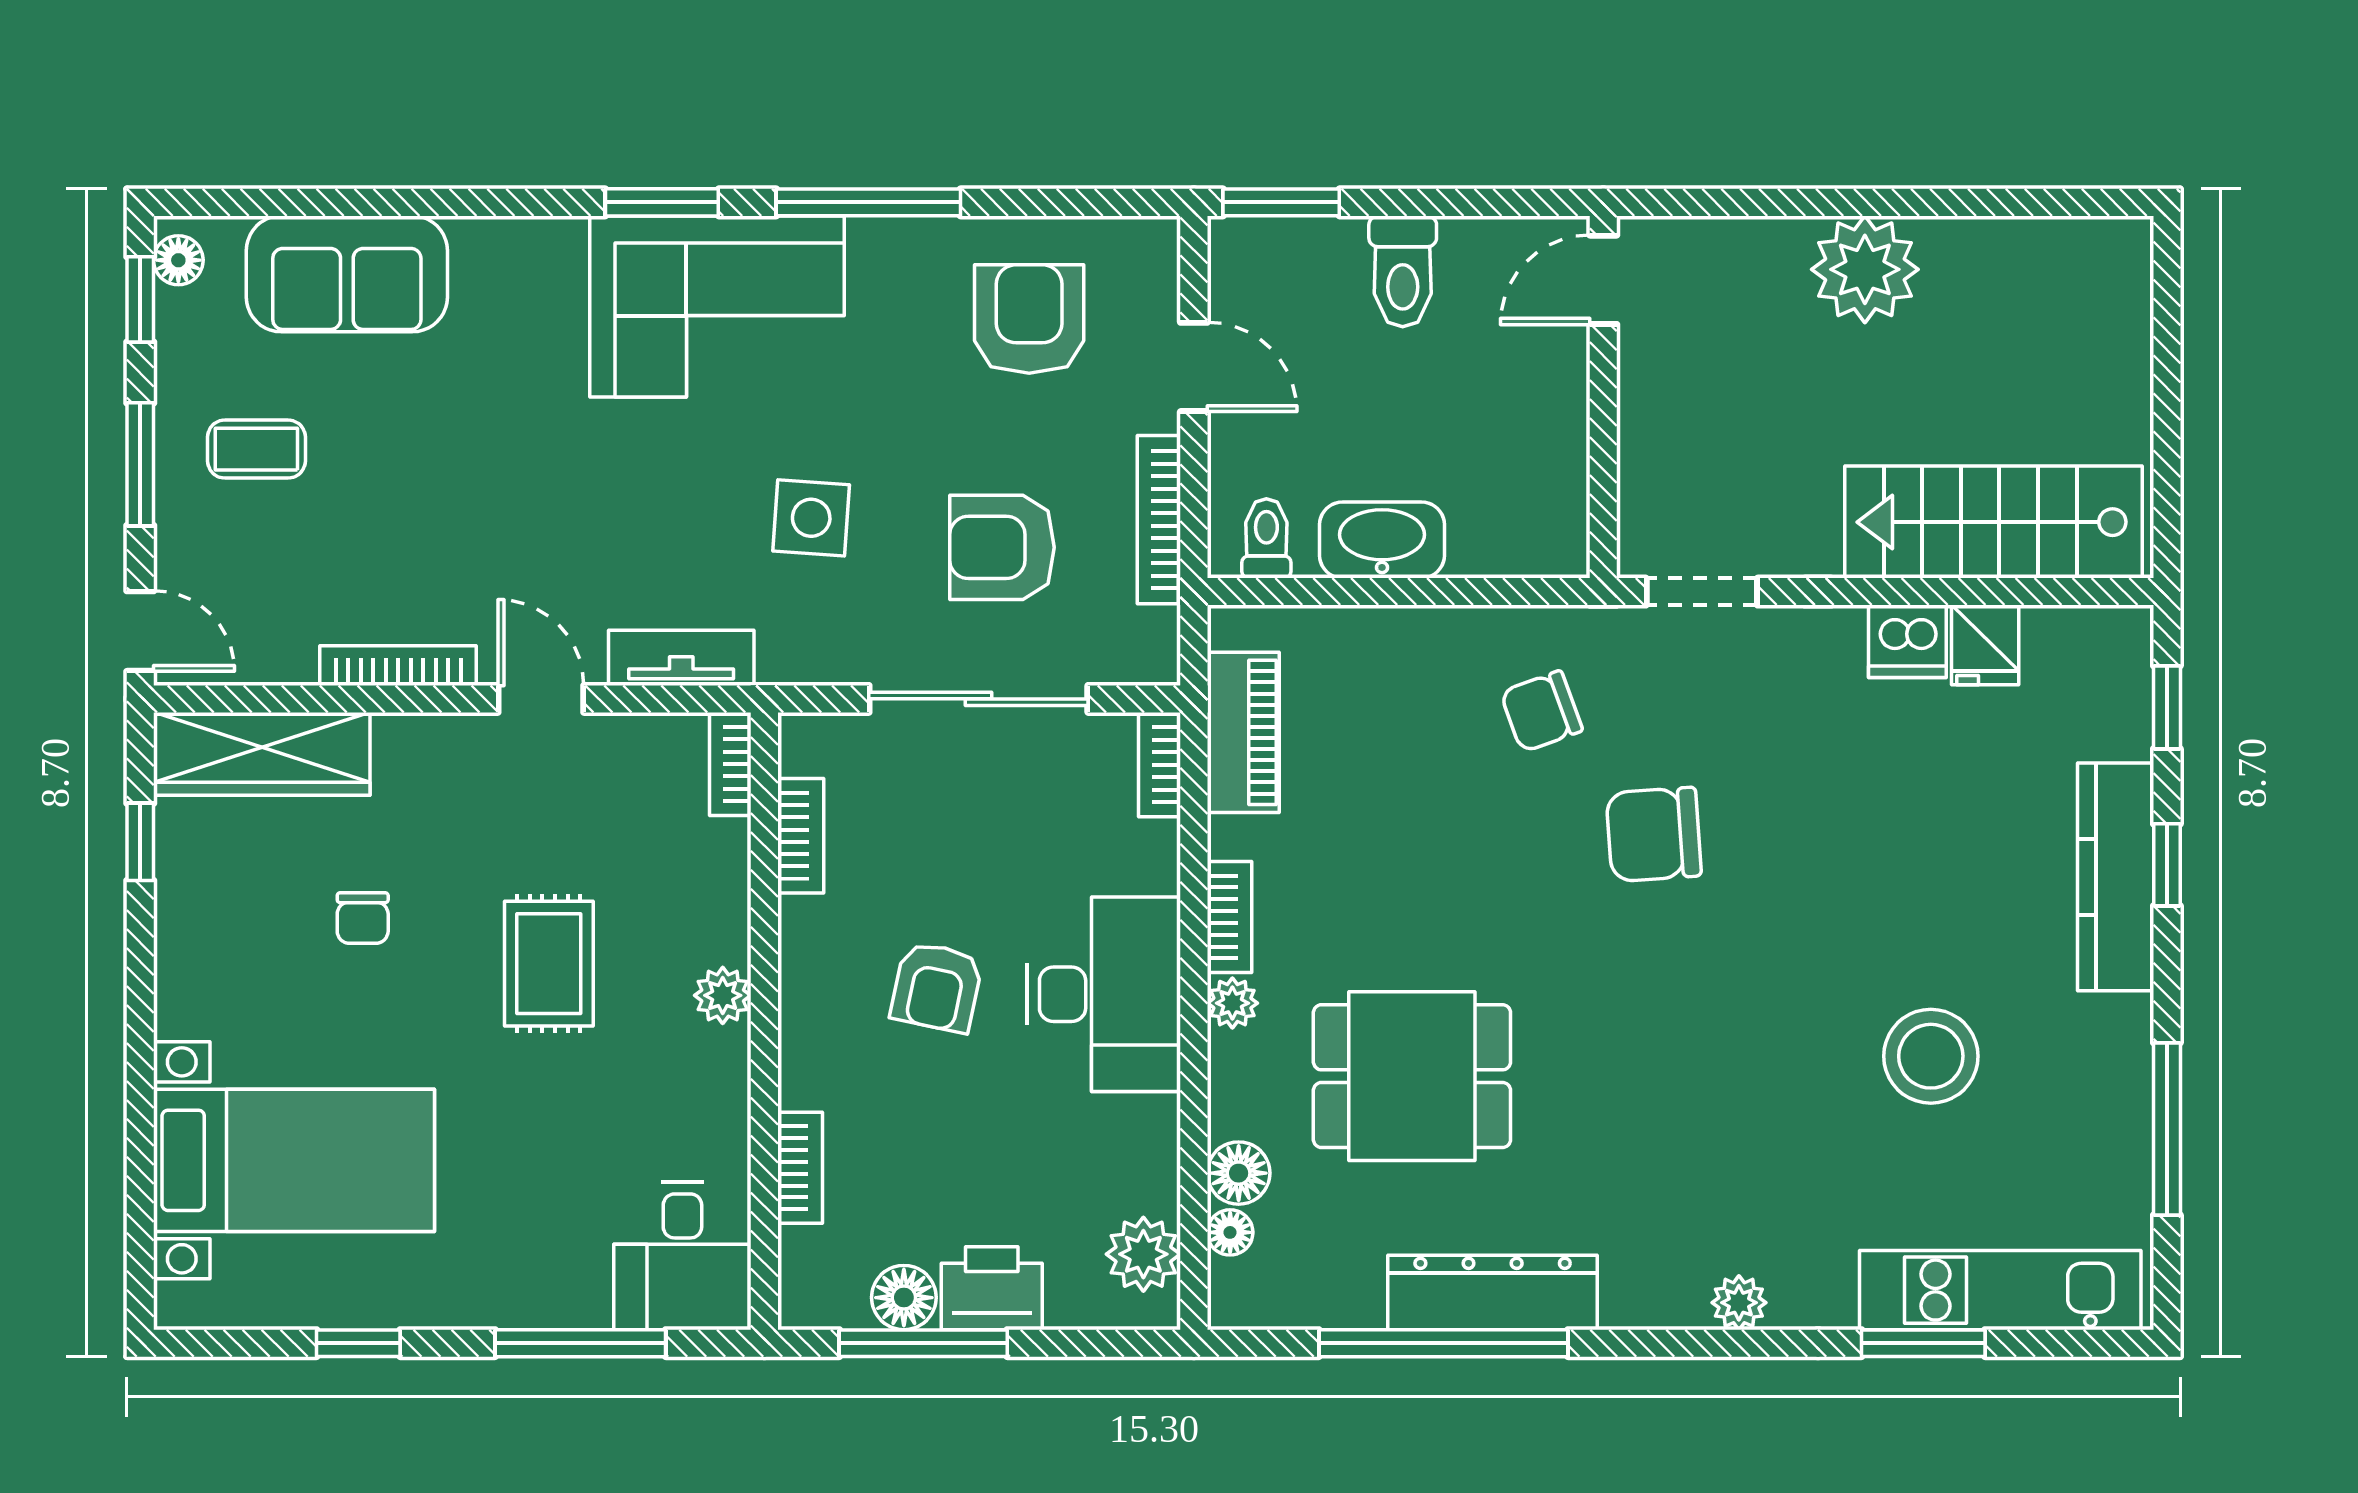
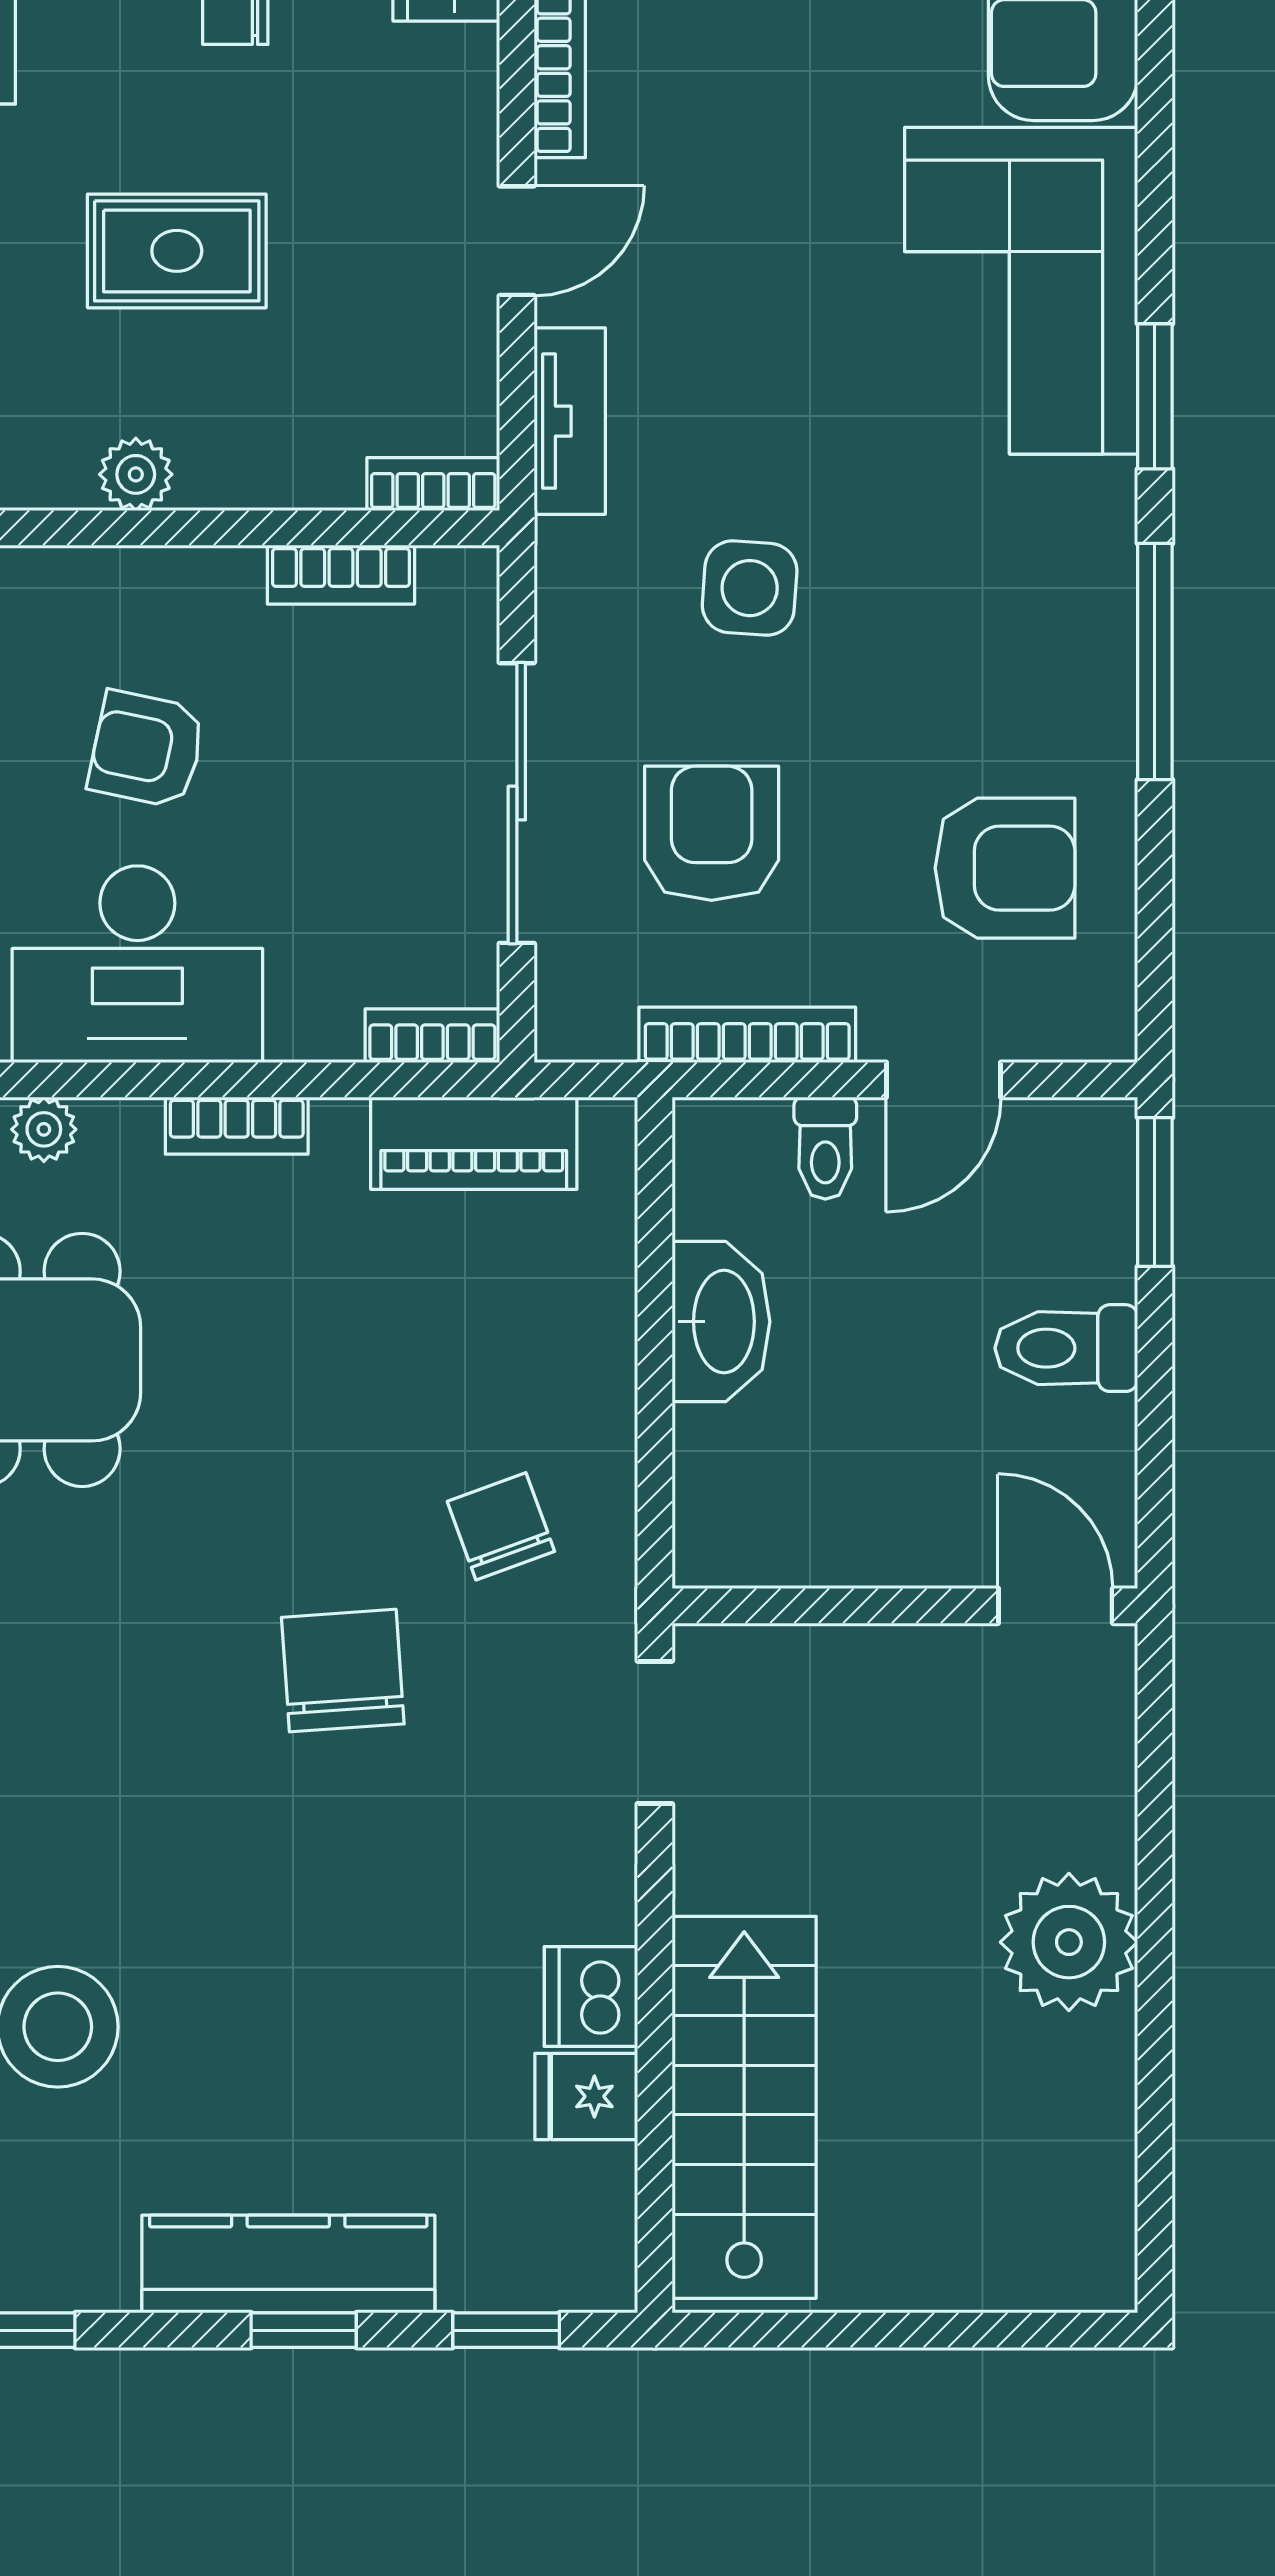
corner sofa: (717, 306) -> (1021, 291), moved
toilet: (1266, 538) -> (825, 1148), moved, turned 90
plant: (1232, 1003) -> (44, 1129), moved

